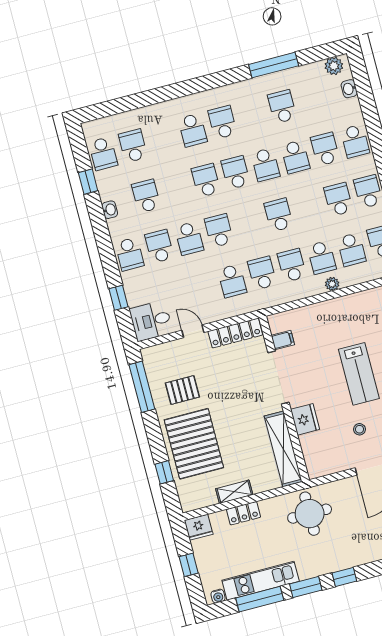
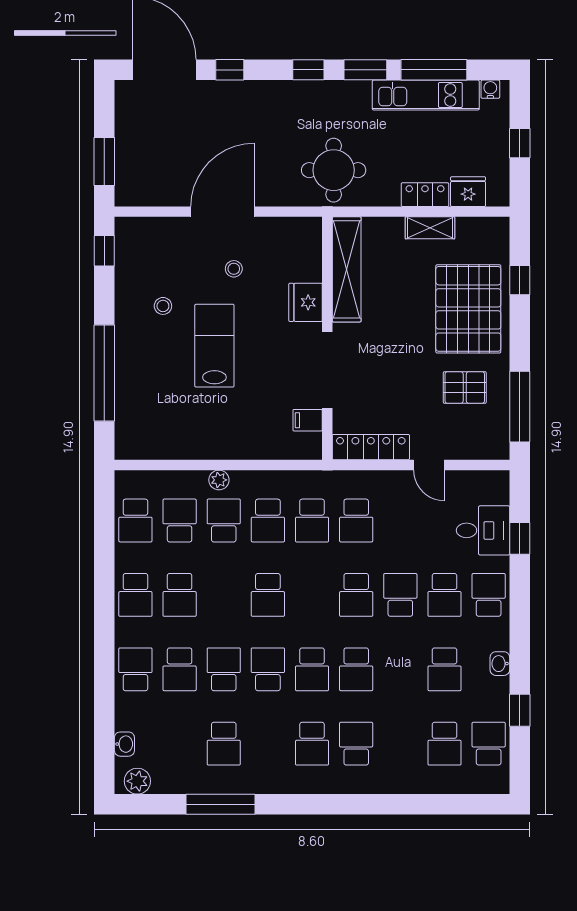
school desk: (232, 281) -> (356, 521), turned 180
desk: (151, 321) -> (483, 530), moved
fridge: (199, 527) -> (468, 192), moved

